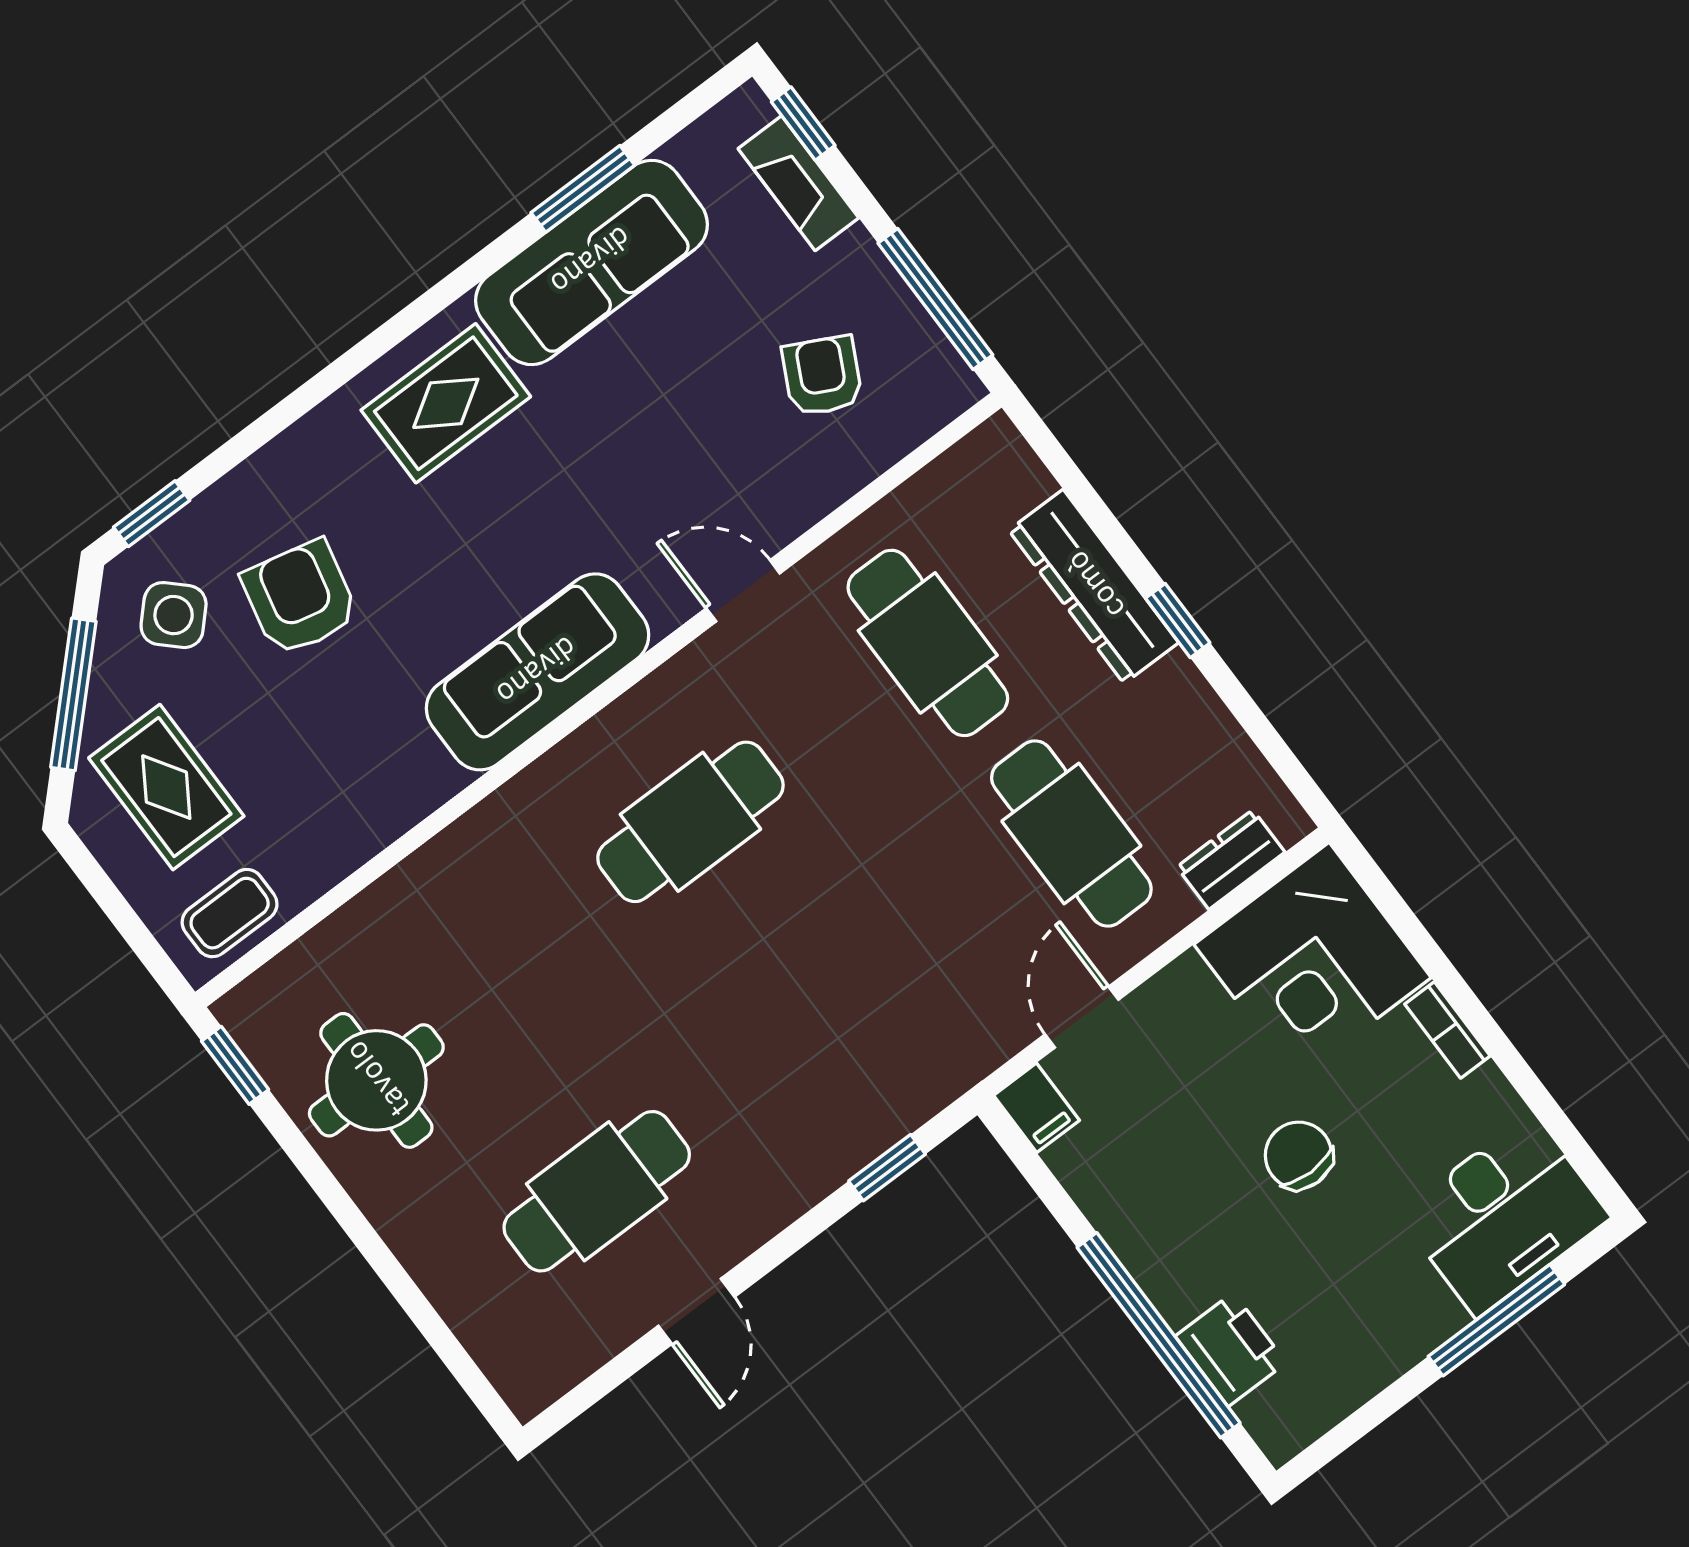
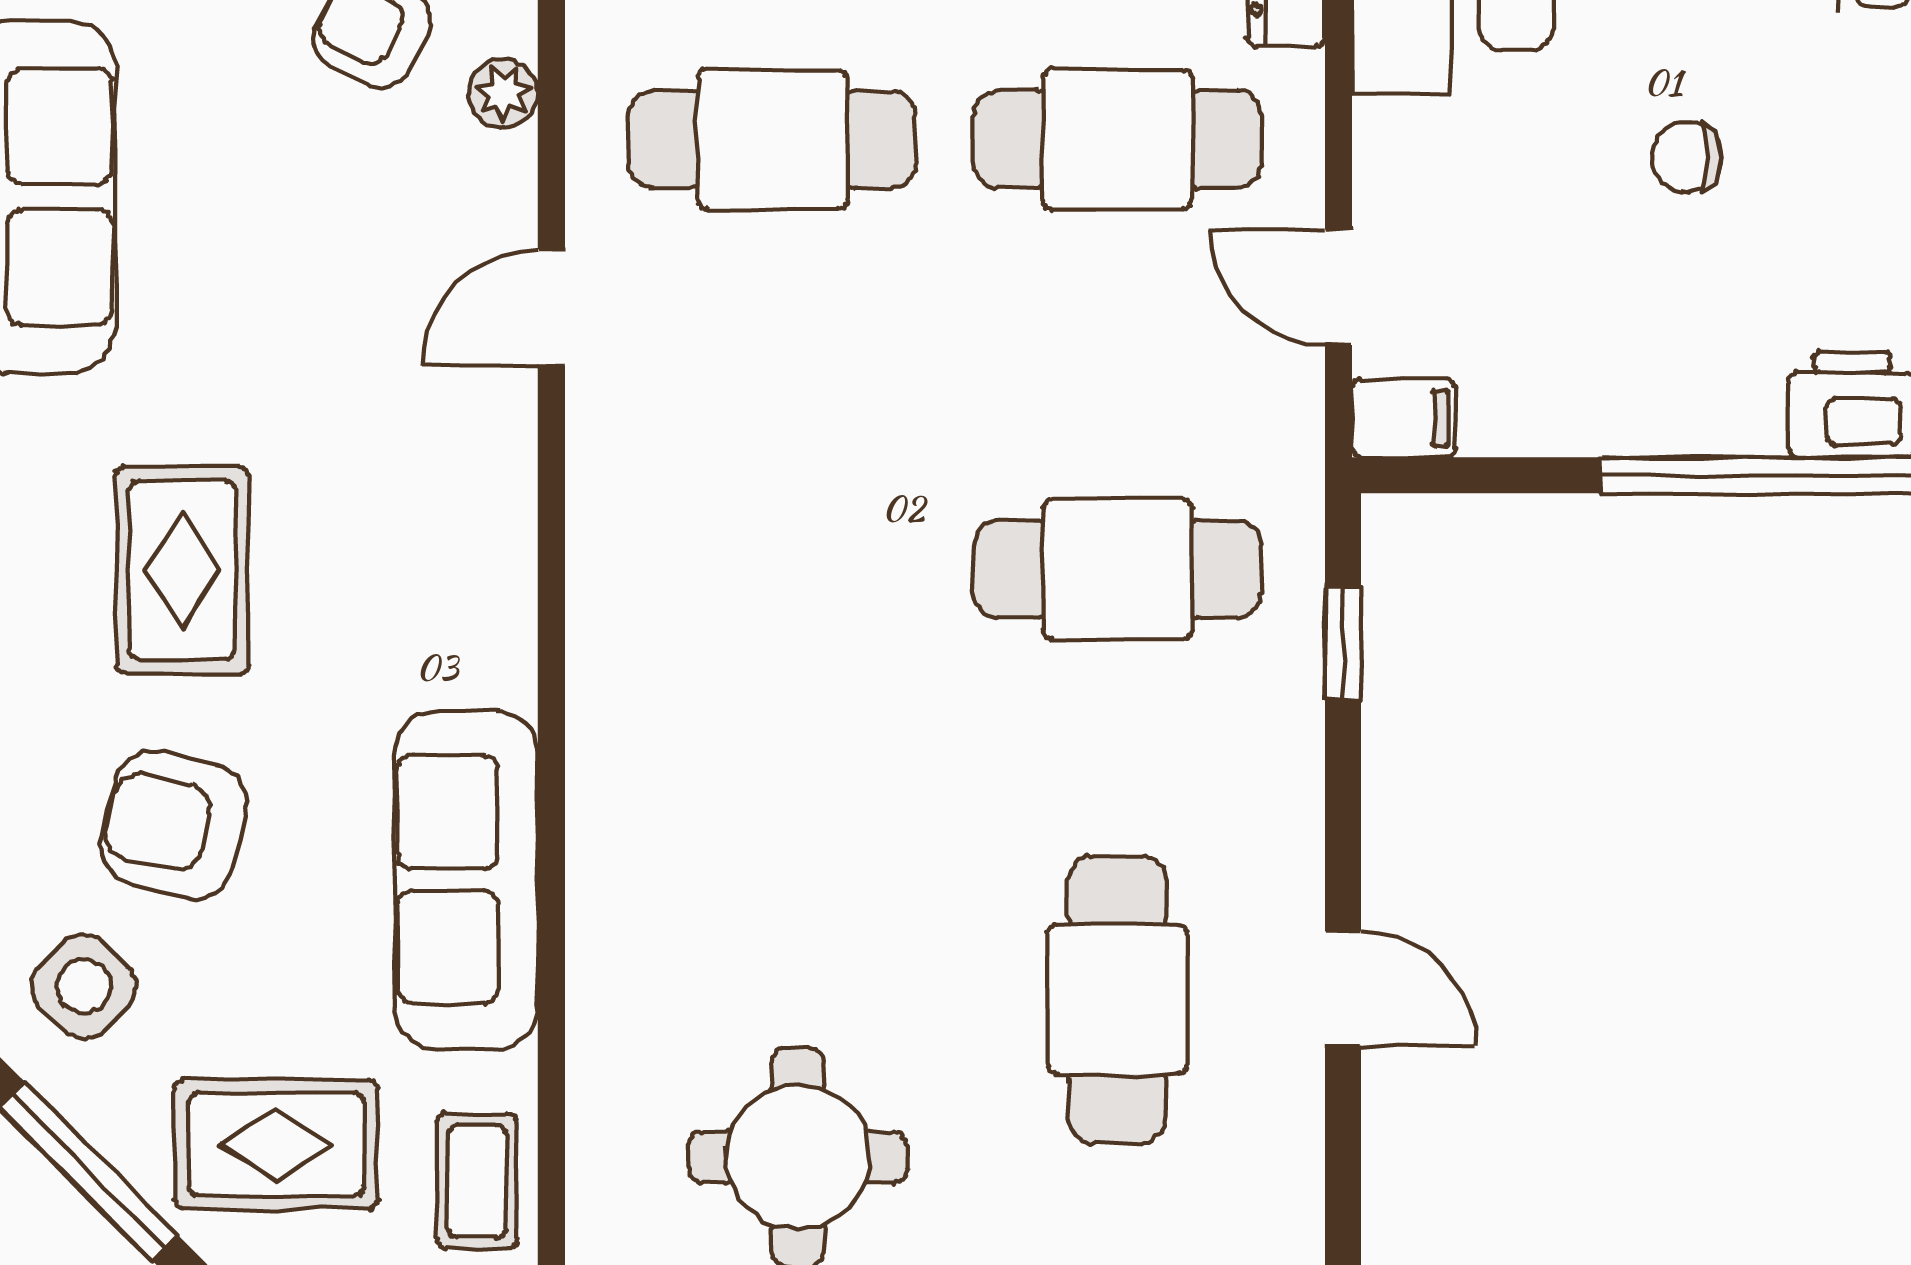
rug: (446, 403) -> (182, 570), moved
plant: (842, 475) -> (503, 93), added
sofa: (538, 672) -> (466, 880), moved
cafe table: (690, 822) -> (1117, 569), moved, turned 90
chair: (1299, 1155) -> (1687, 157), width x0.73, depth x0.73

